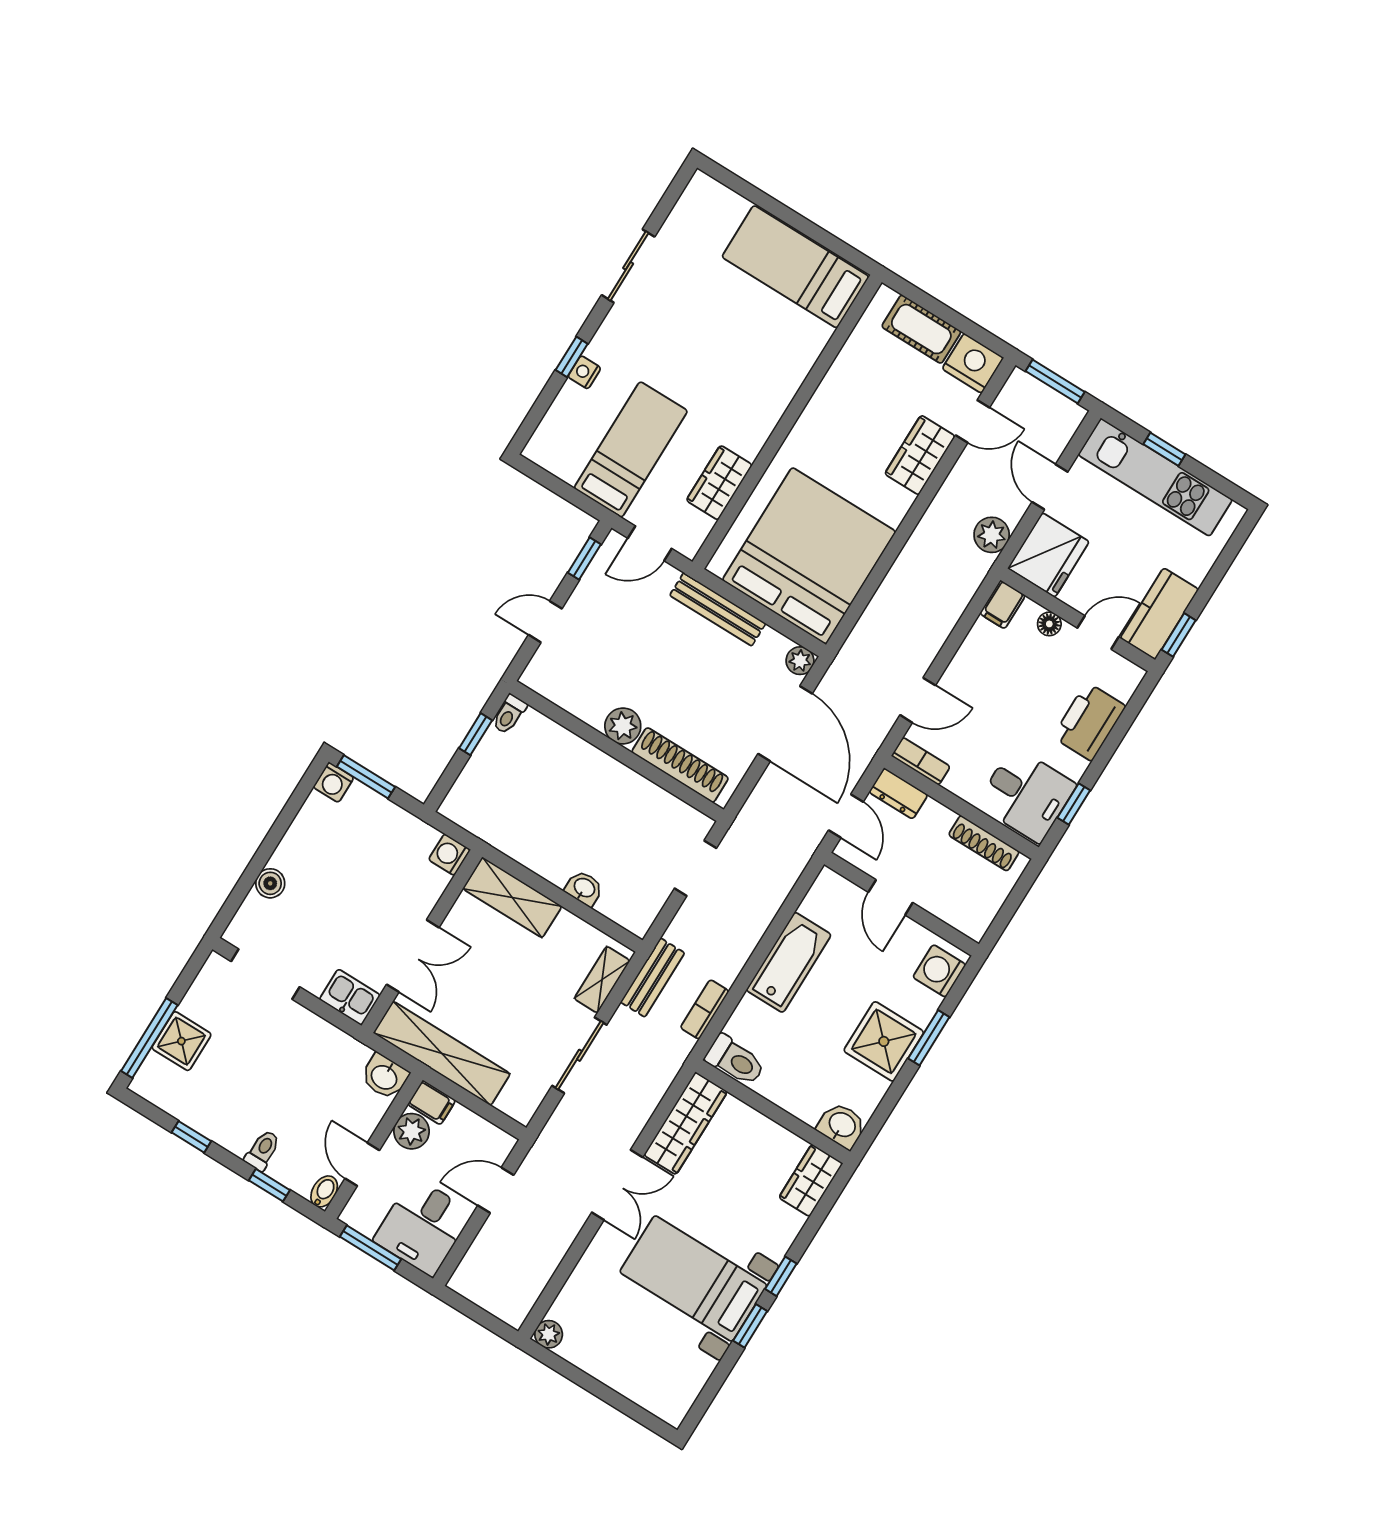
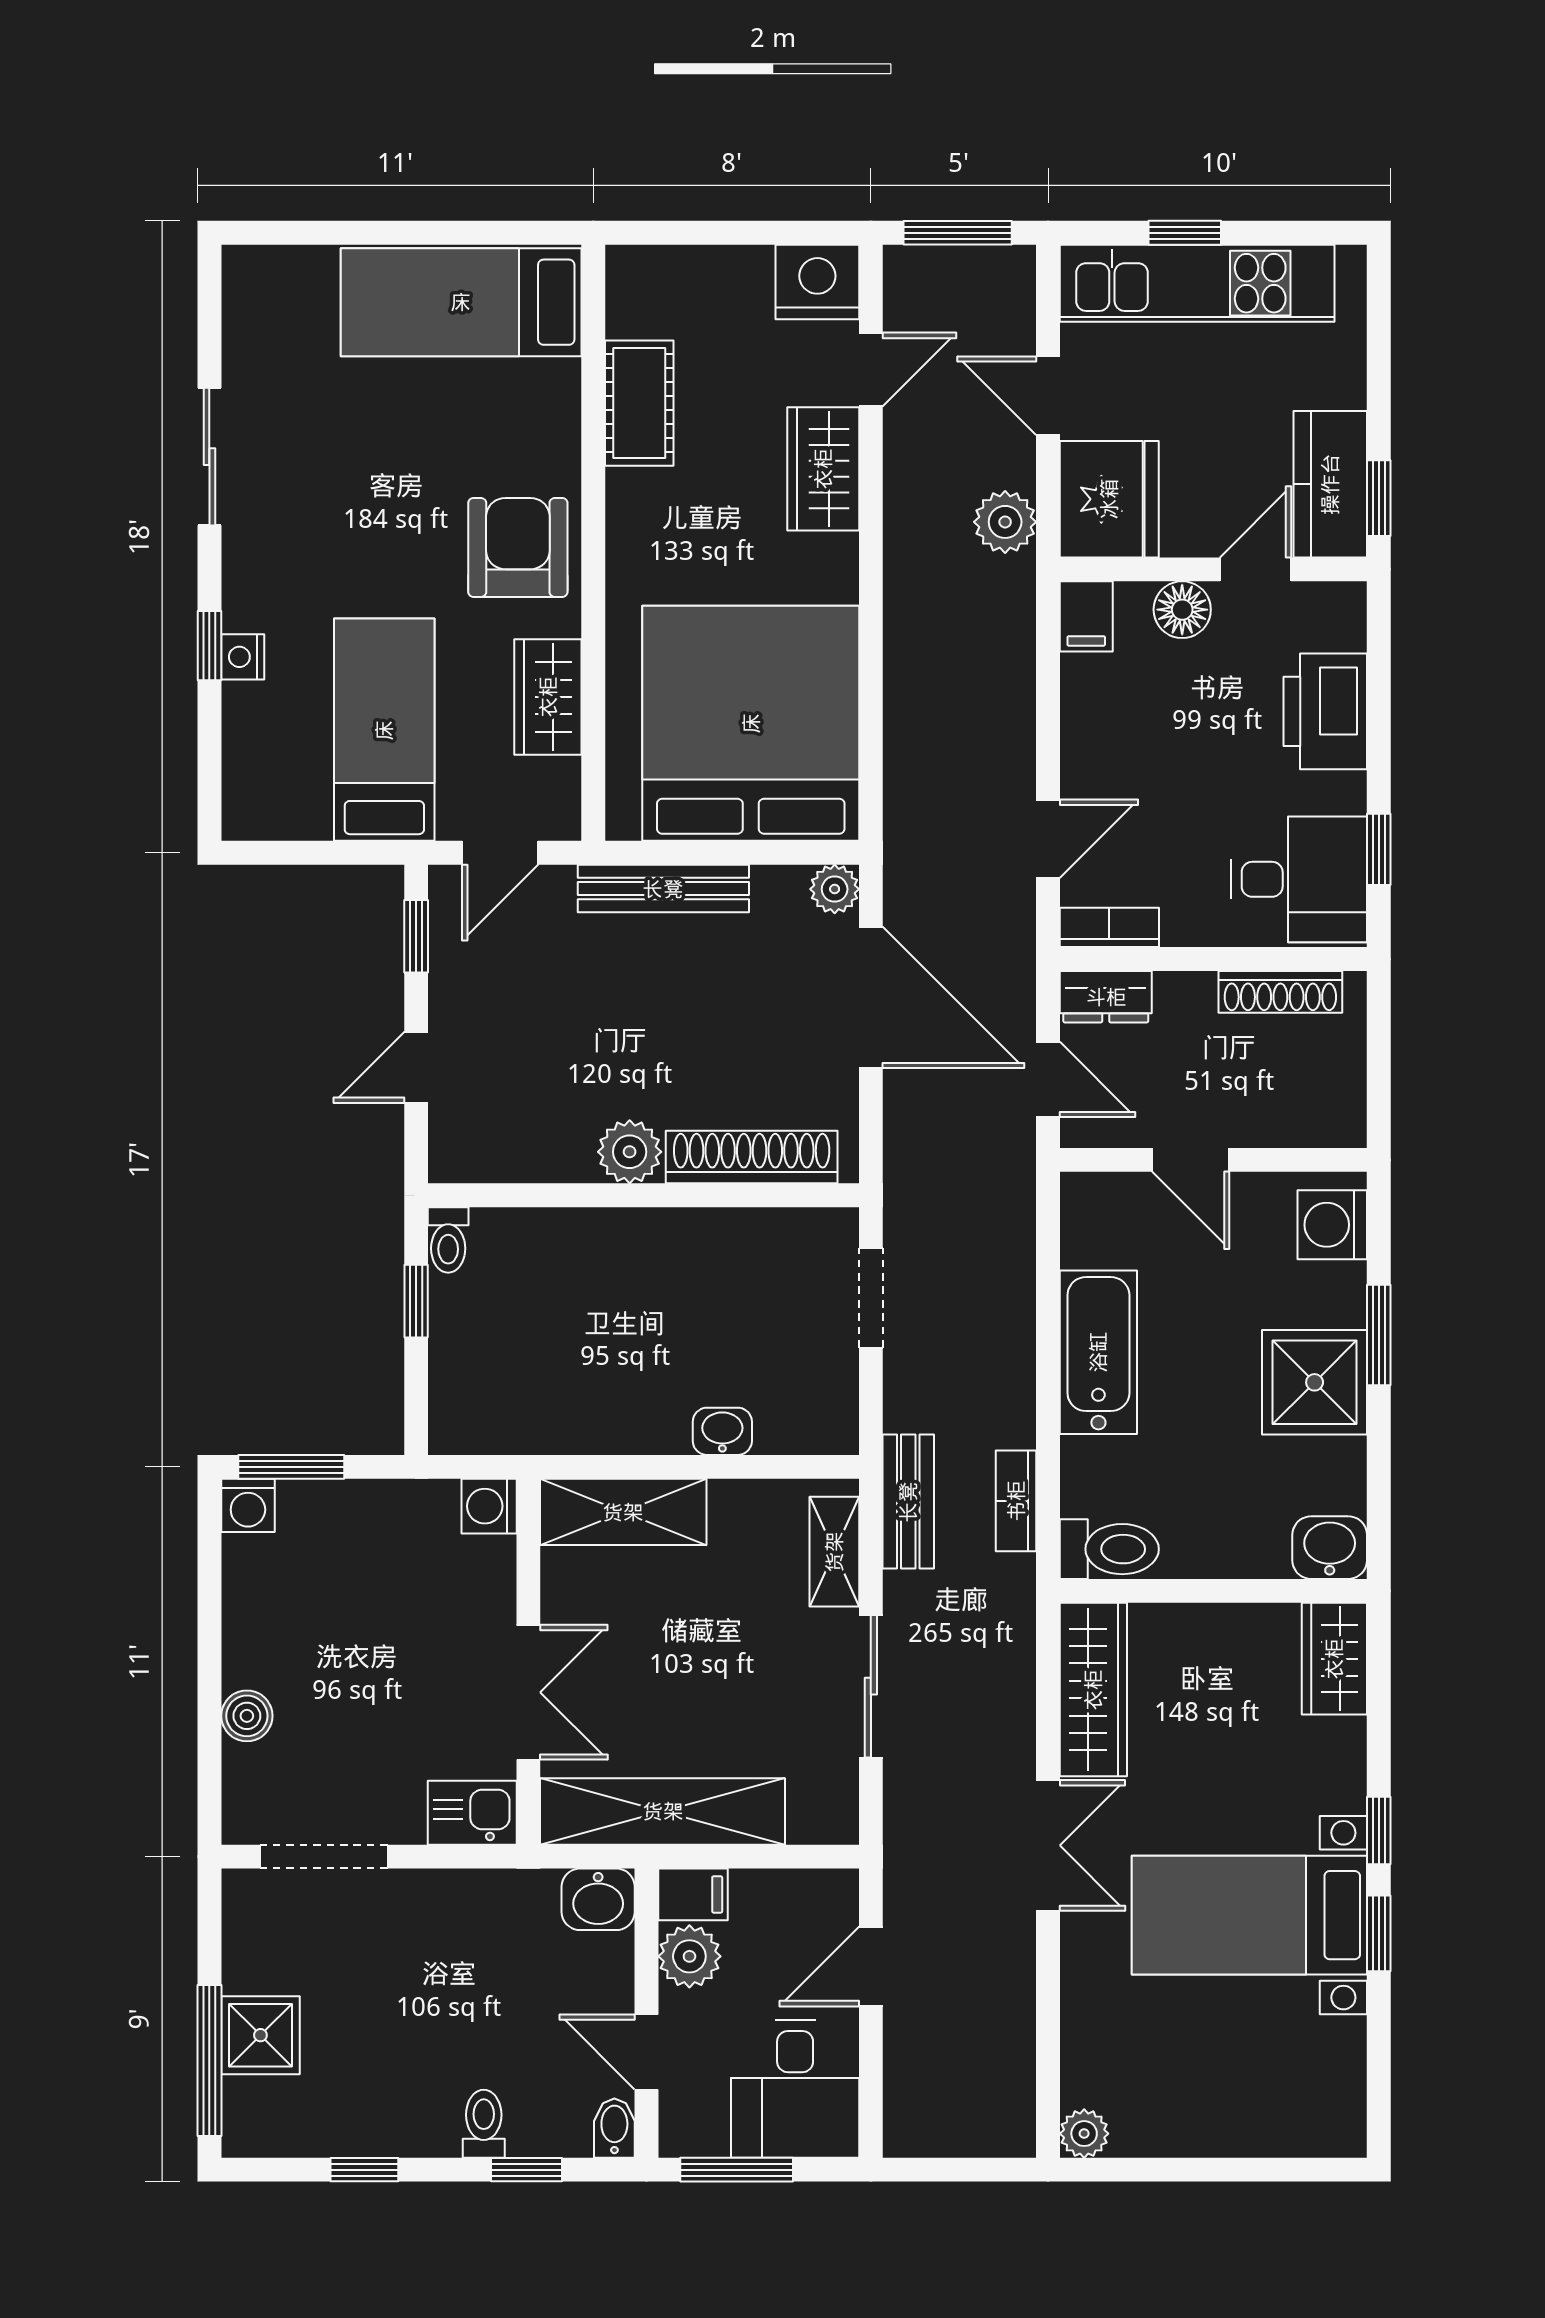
cot: (921, 329) -> (639, 403), moved, turned 90
armchair: (749, 402) -> (518, 547), added
floor lamp: (1049, 624) -> (1182, 610), width x1.37, depth x1.37

